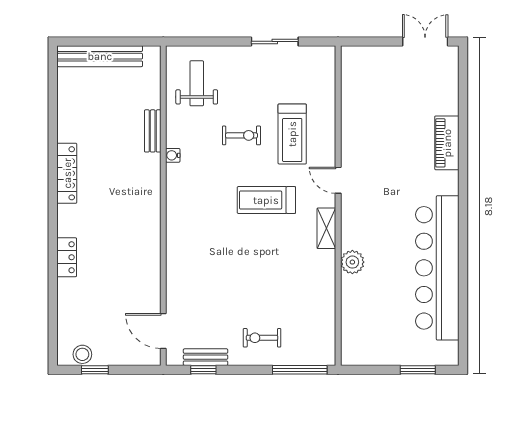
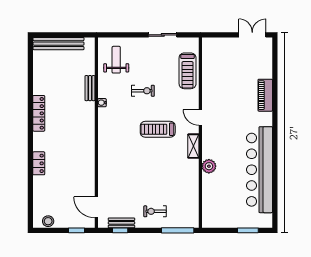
treadmill: (292, 134) -> (188, 71), moved
window: (95, 370) -> (77, 230), moved

